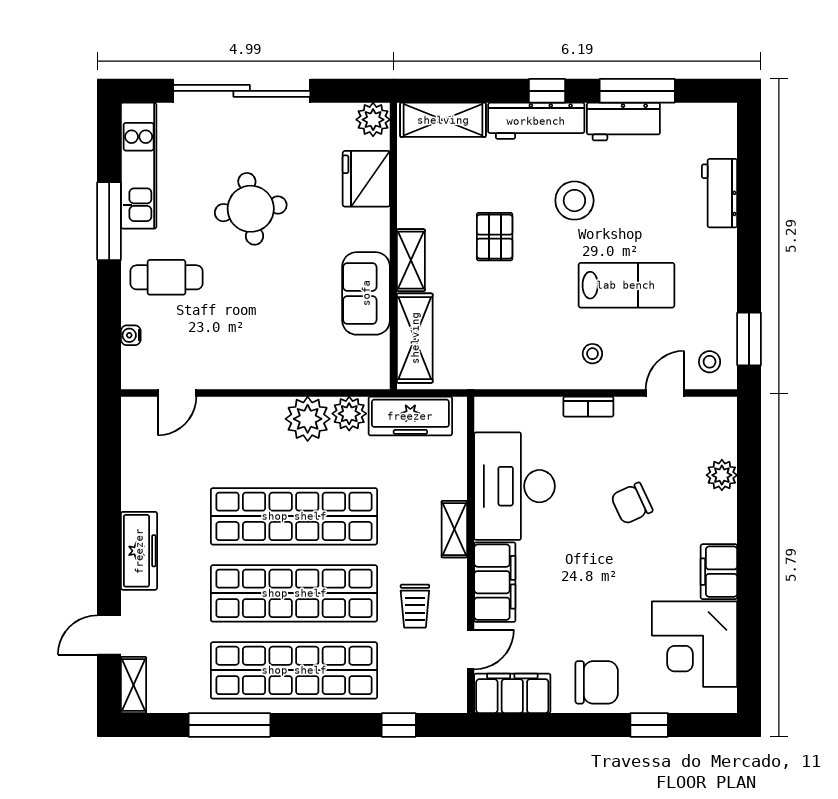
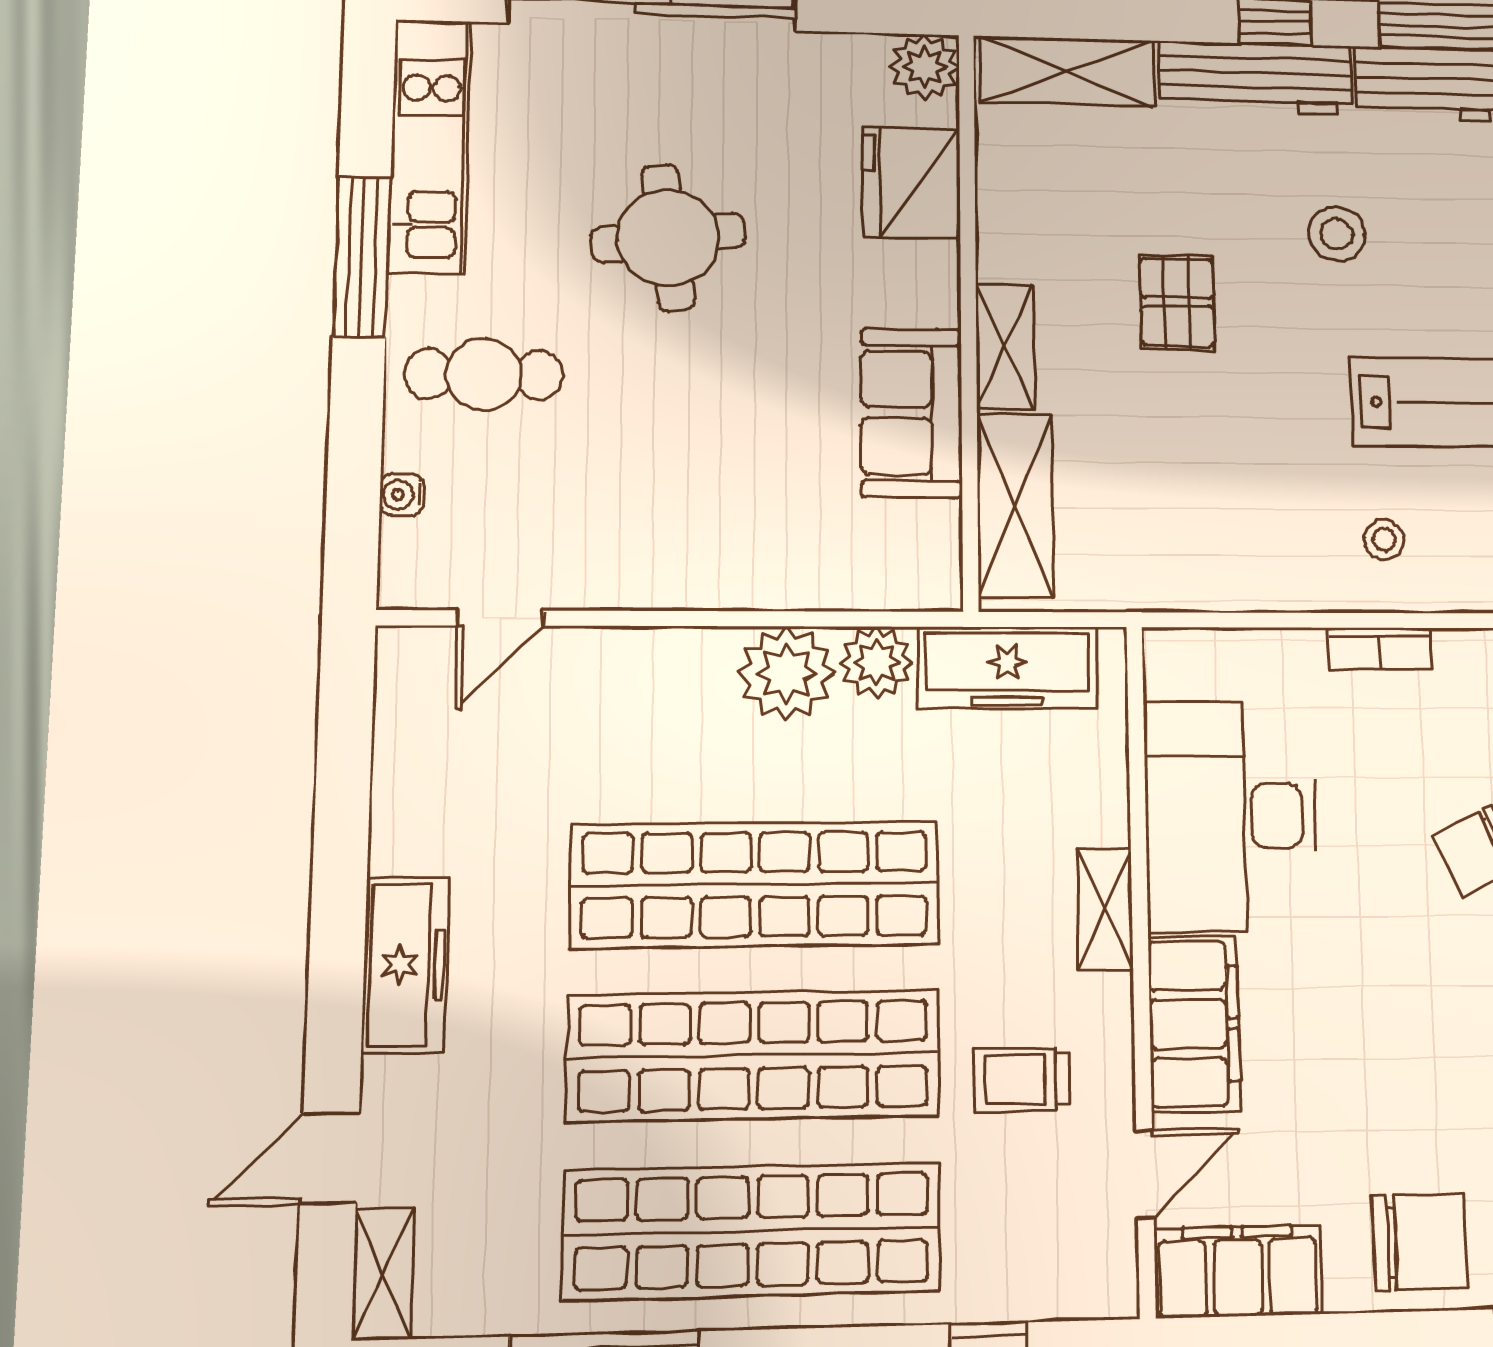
stool: (574, 201) -> (1337, 234), width x0.73, depth x0.73
trolley: (415, 606) -> (1022, 1080), turned 90

